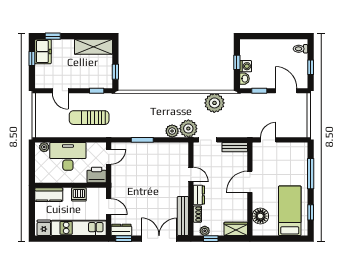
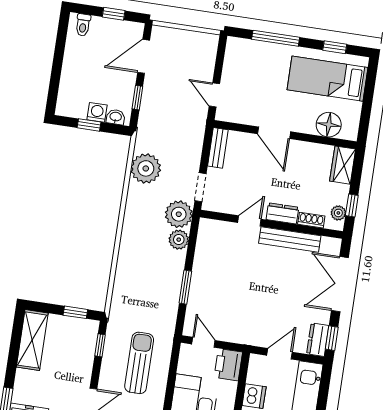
sun lounger: (89, 118) -> (139, 363), turned 180
bench: (183, 216) -> (290, 239), moved

